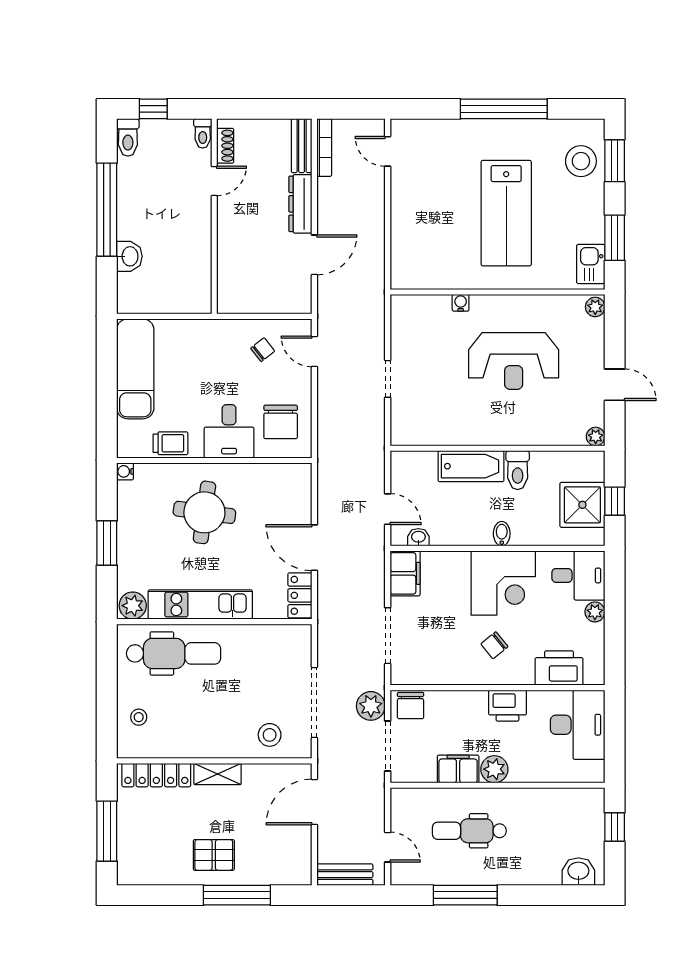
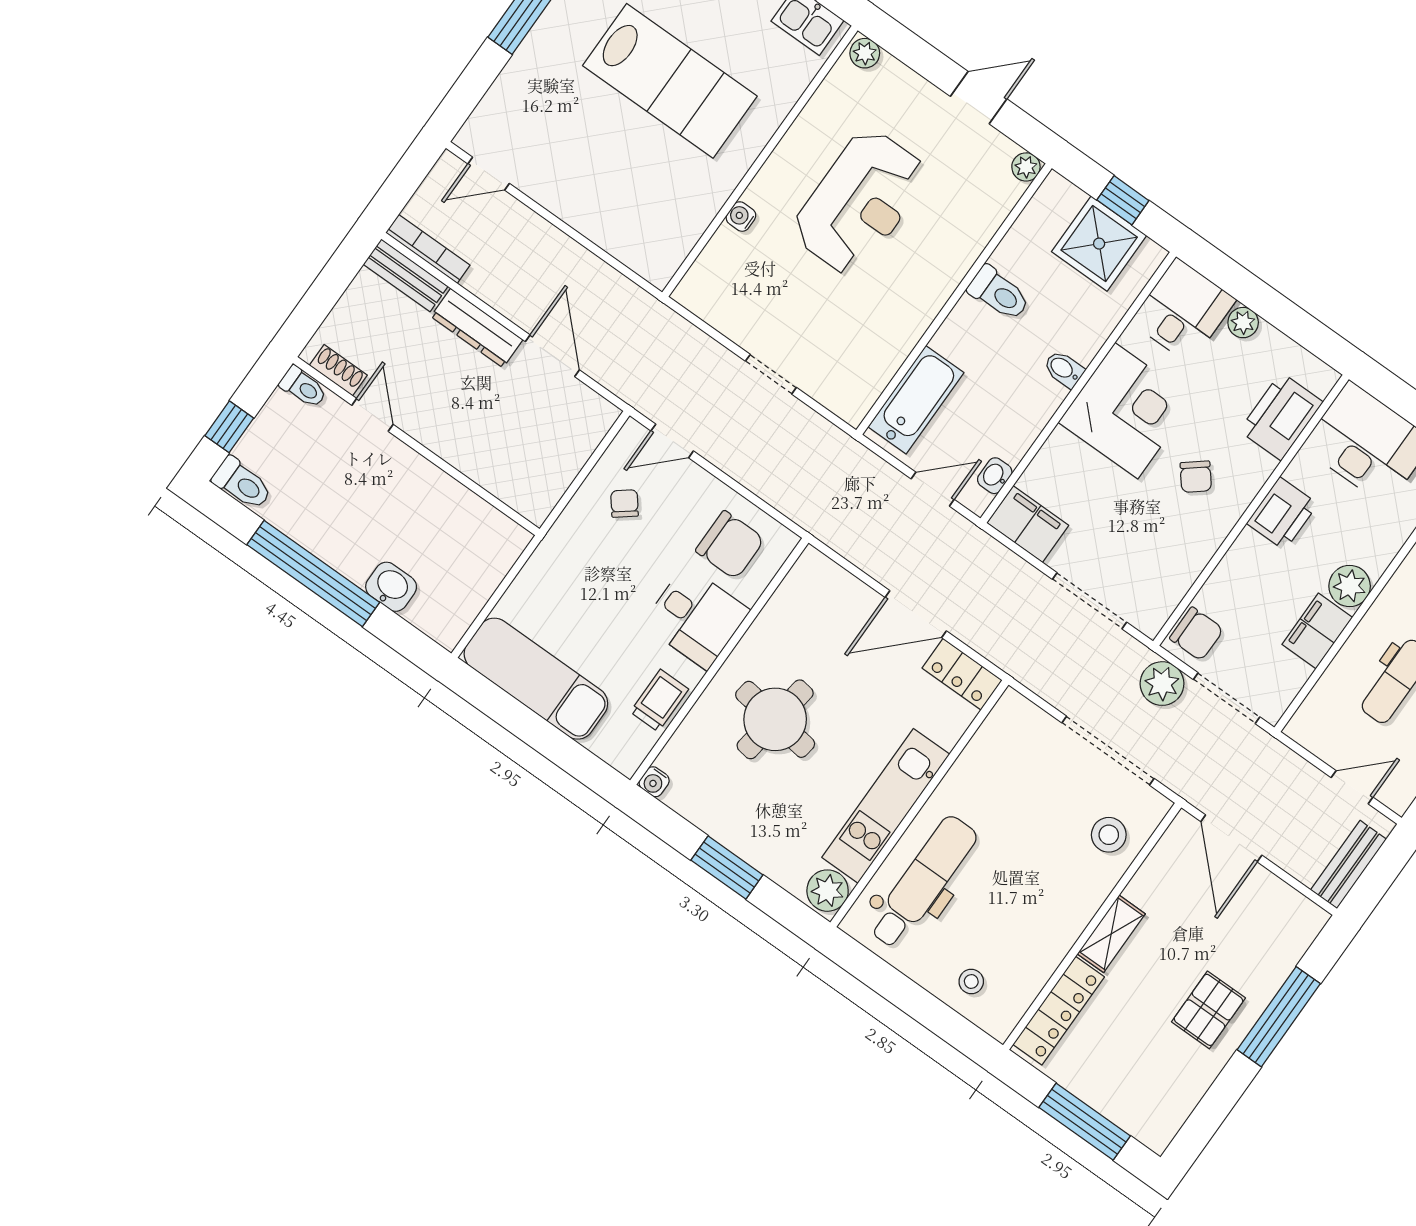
bathtub: (471, 466) -> (916, 400), moved

